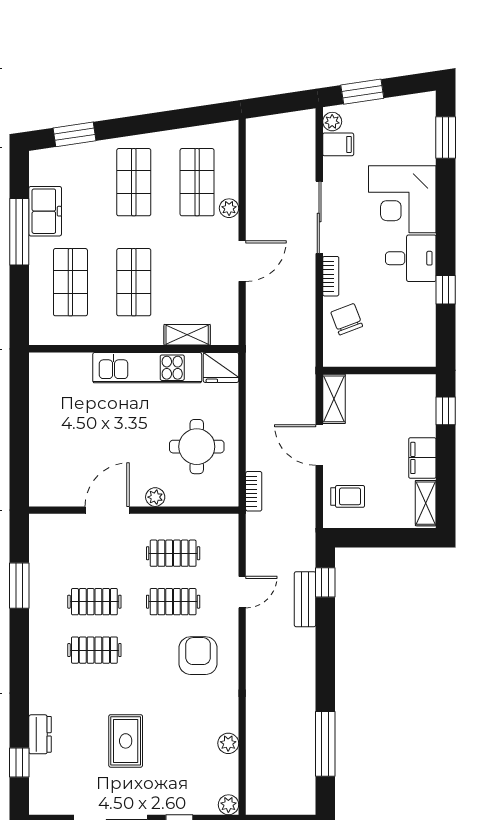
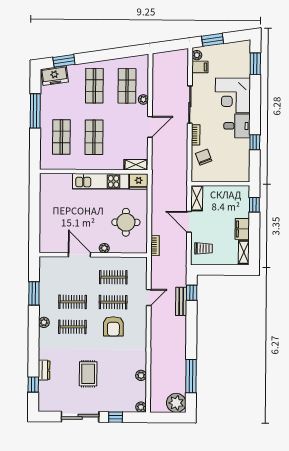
freezer: (45, 211) -> (55, 76), moved, turned 82
shelving: (187, 335) -> (136, 165), moved
door: (107, 510) -> (79, 255), hinge flipped
plant: (39, 642) -> (44, 322), added
armchair: (198, 656) -> (113, 326), moved, turned 180
plant: (297, 796) -> (176, 403), added

